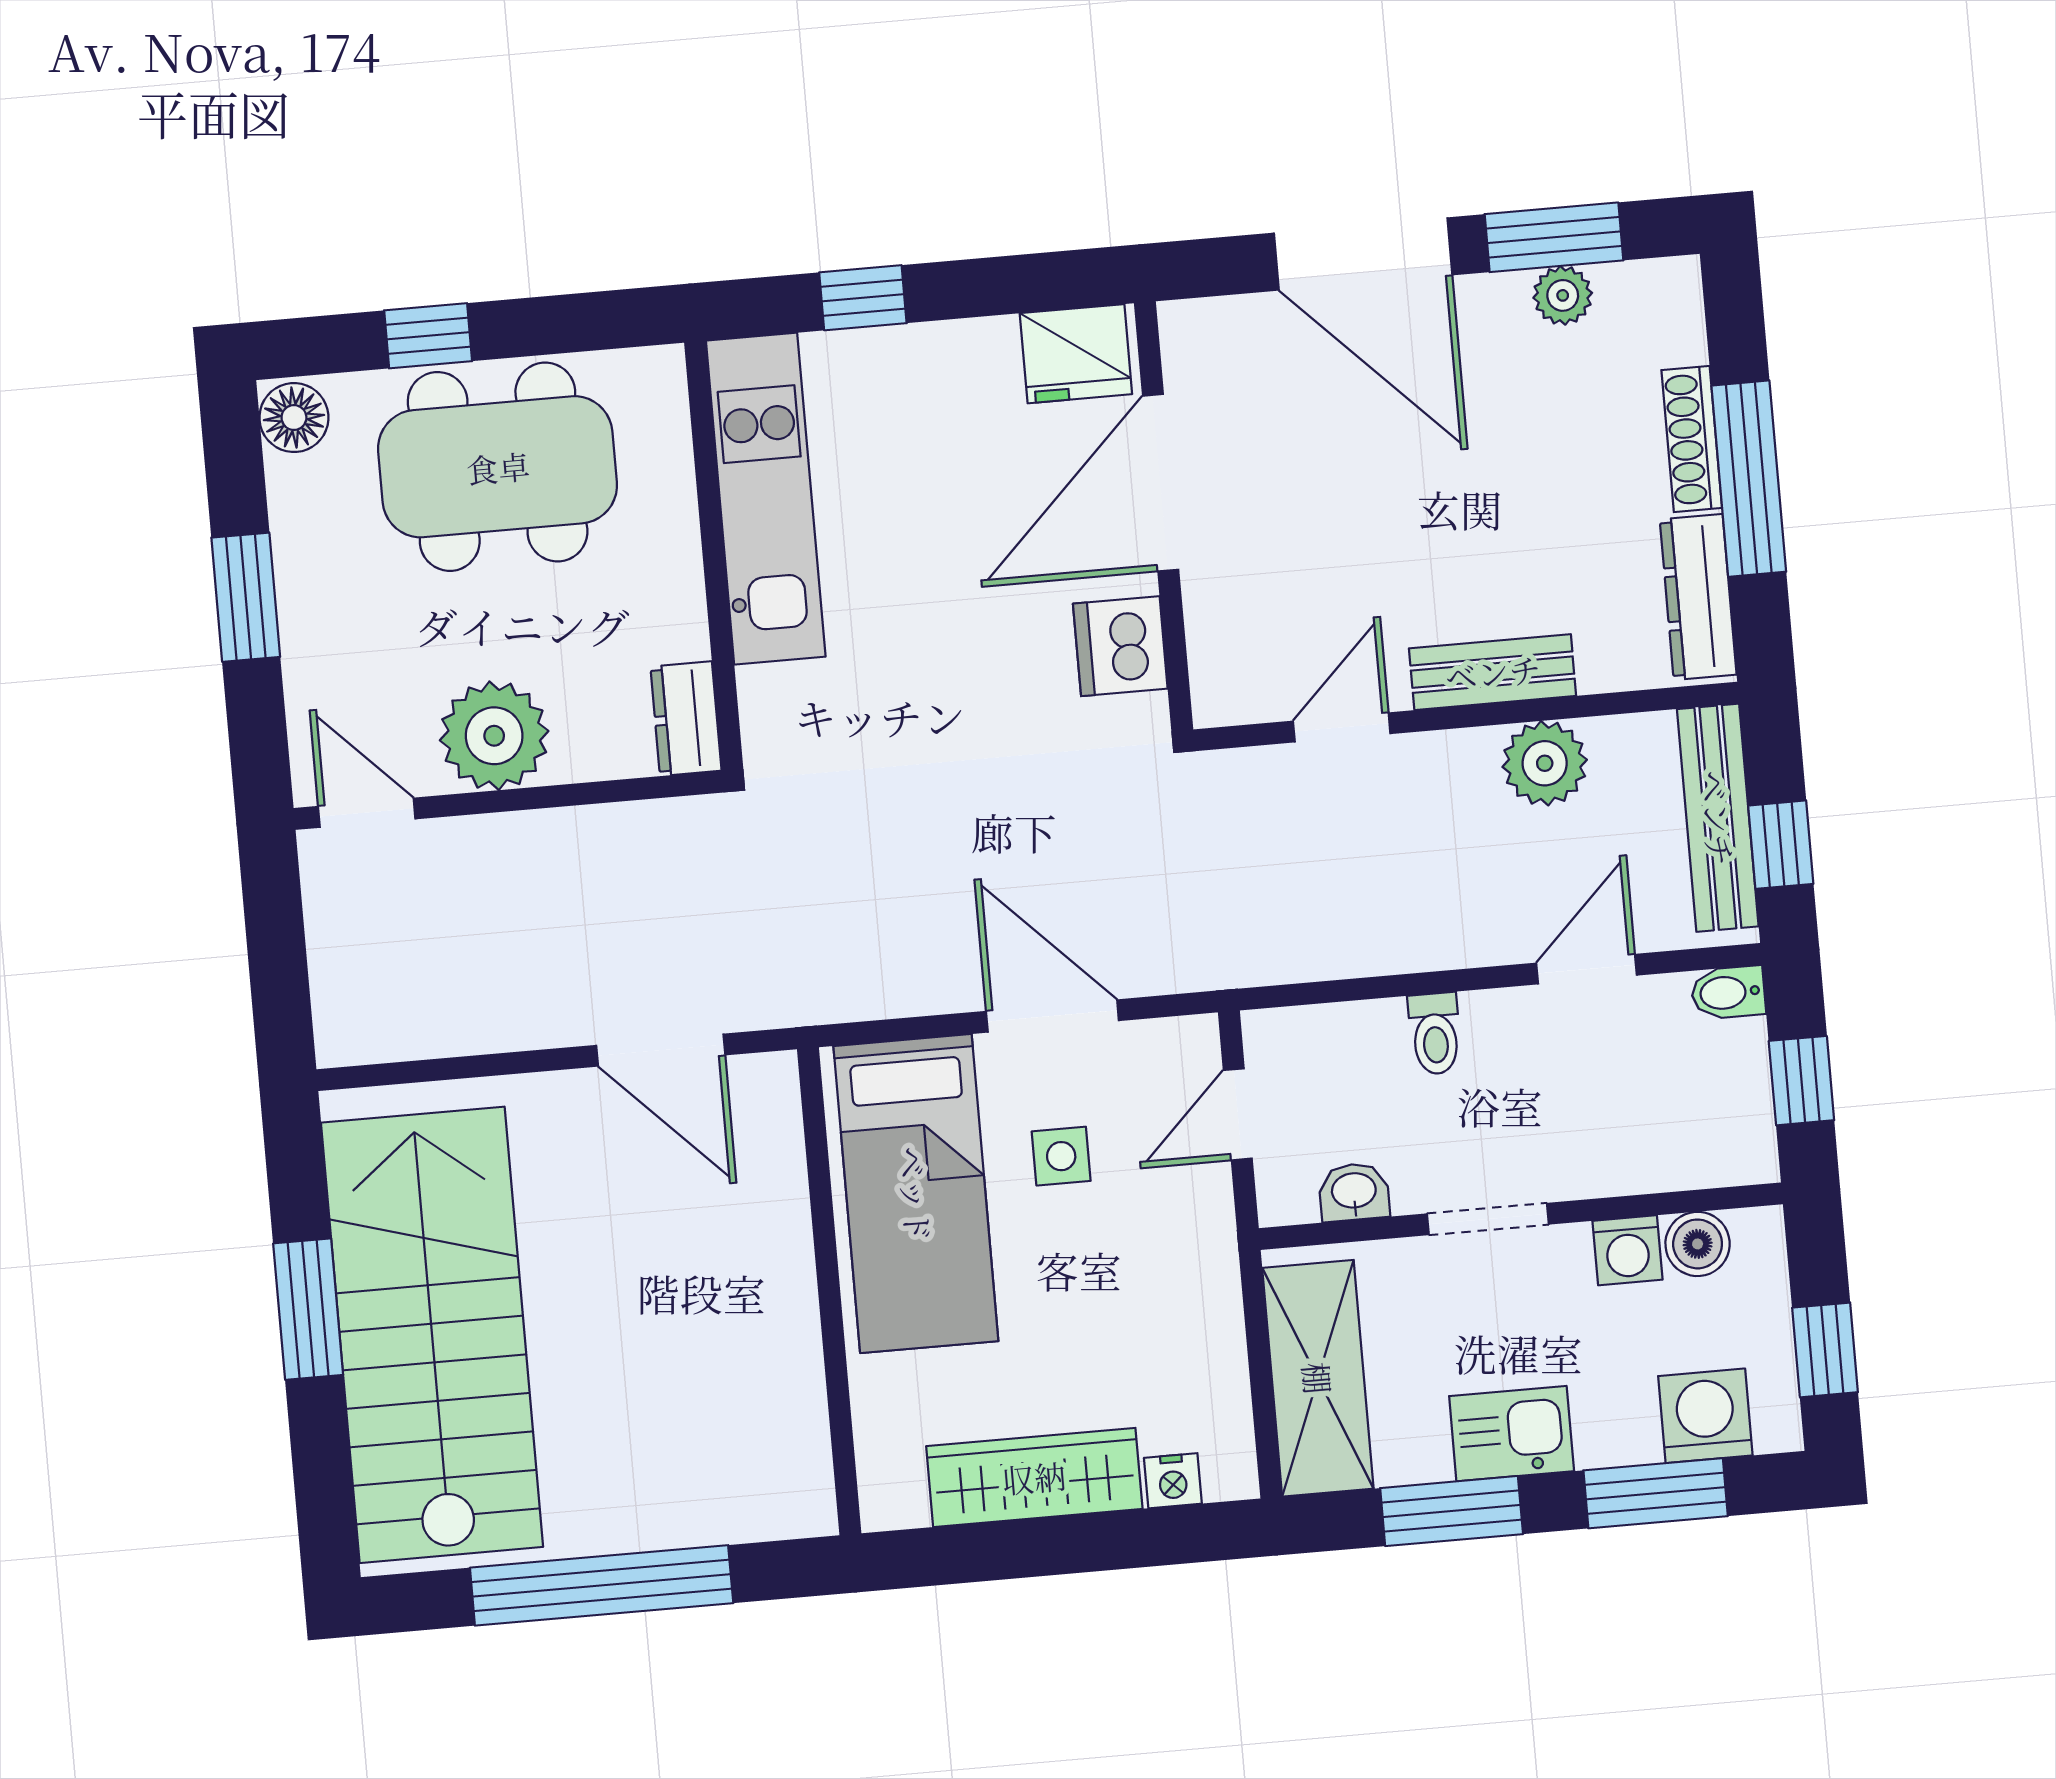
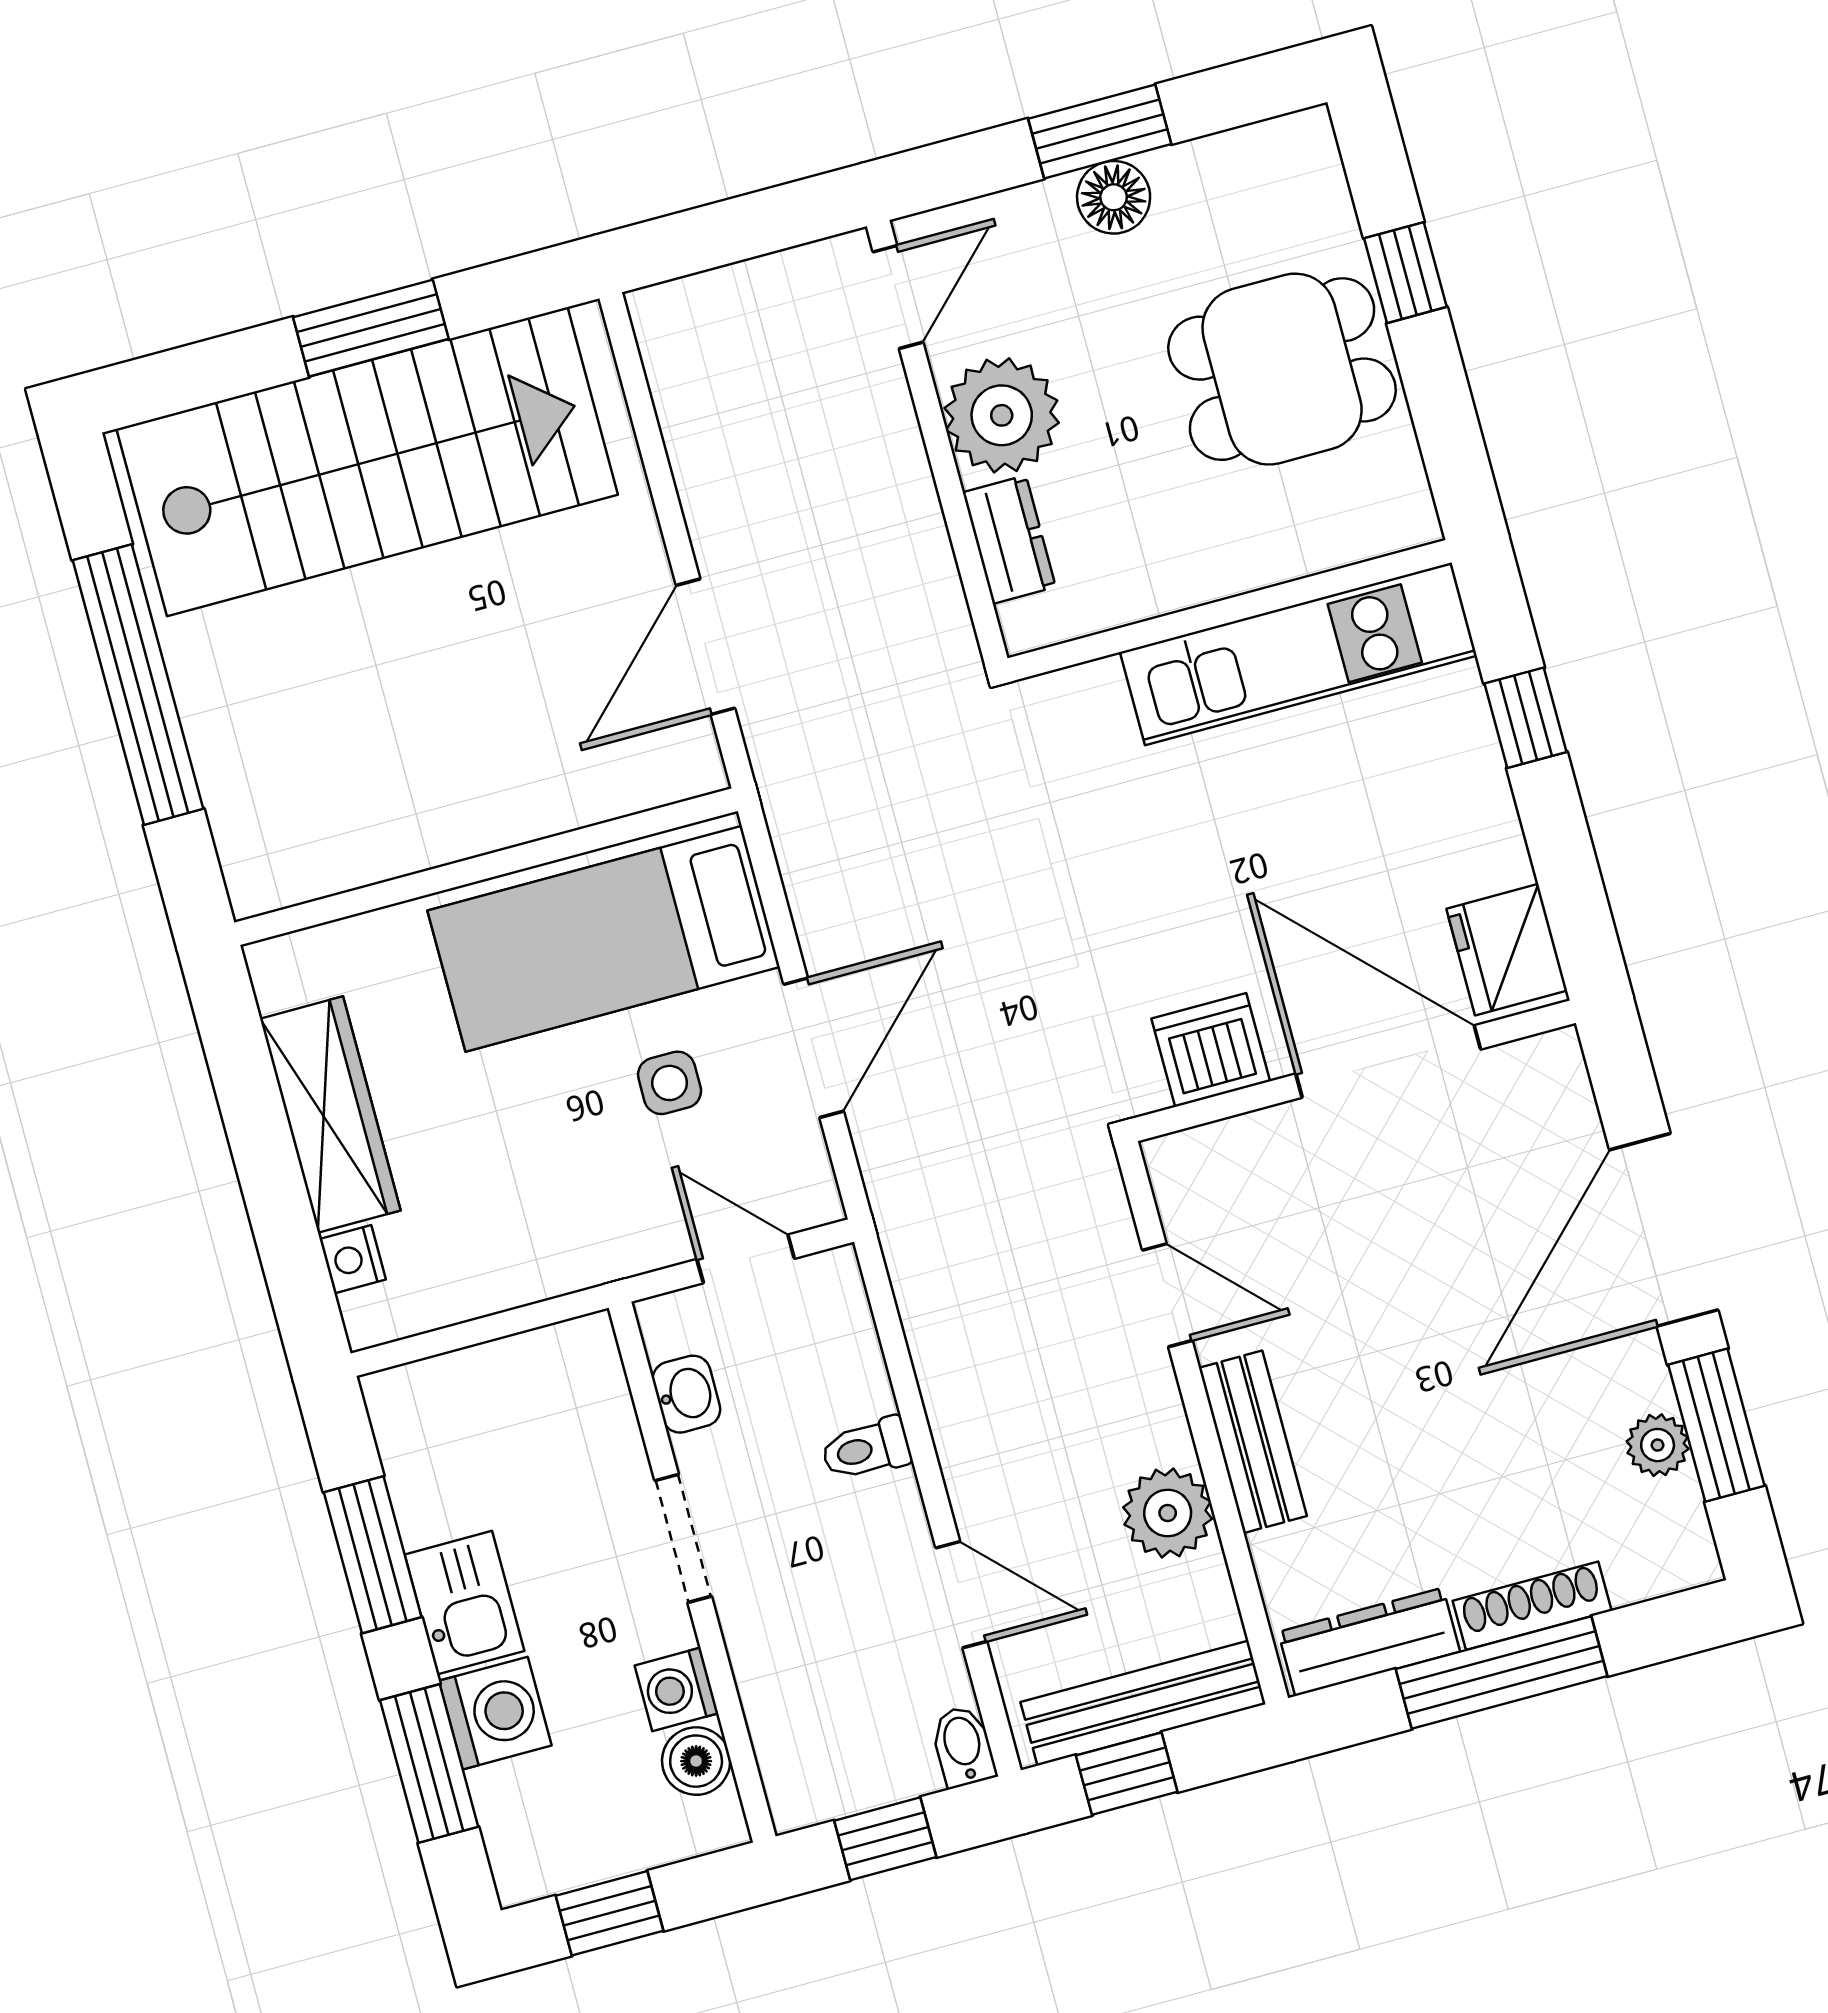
floor lamp: (294, 418) -> (1114, 197), moved
dining table: (498, 467) -> (1282, 369), width x0.73
dresser: (686, 719) -> (1009, 540), moved, turned 90
shelving: (1318, 1378) -> (486, 1391), removed
washing machine: (1705, 1416) -> (495, 1713), moved

